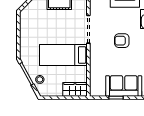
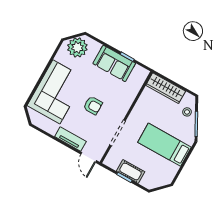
bed: (63, 55) -> (164, 145), moved, turned 180
wardrobe: (75, 89) -> (166, 88), width x1.50

